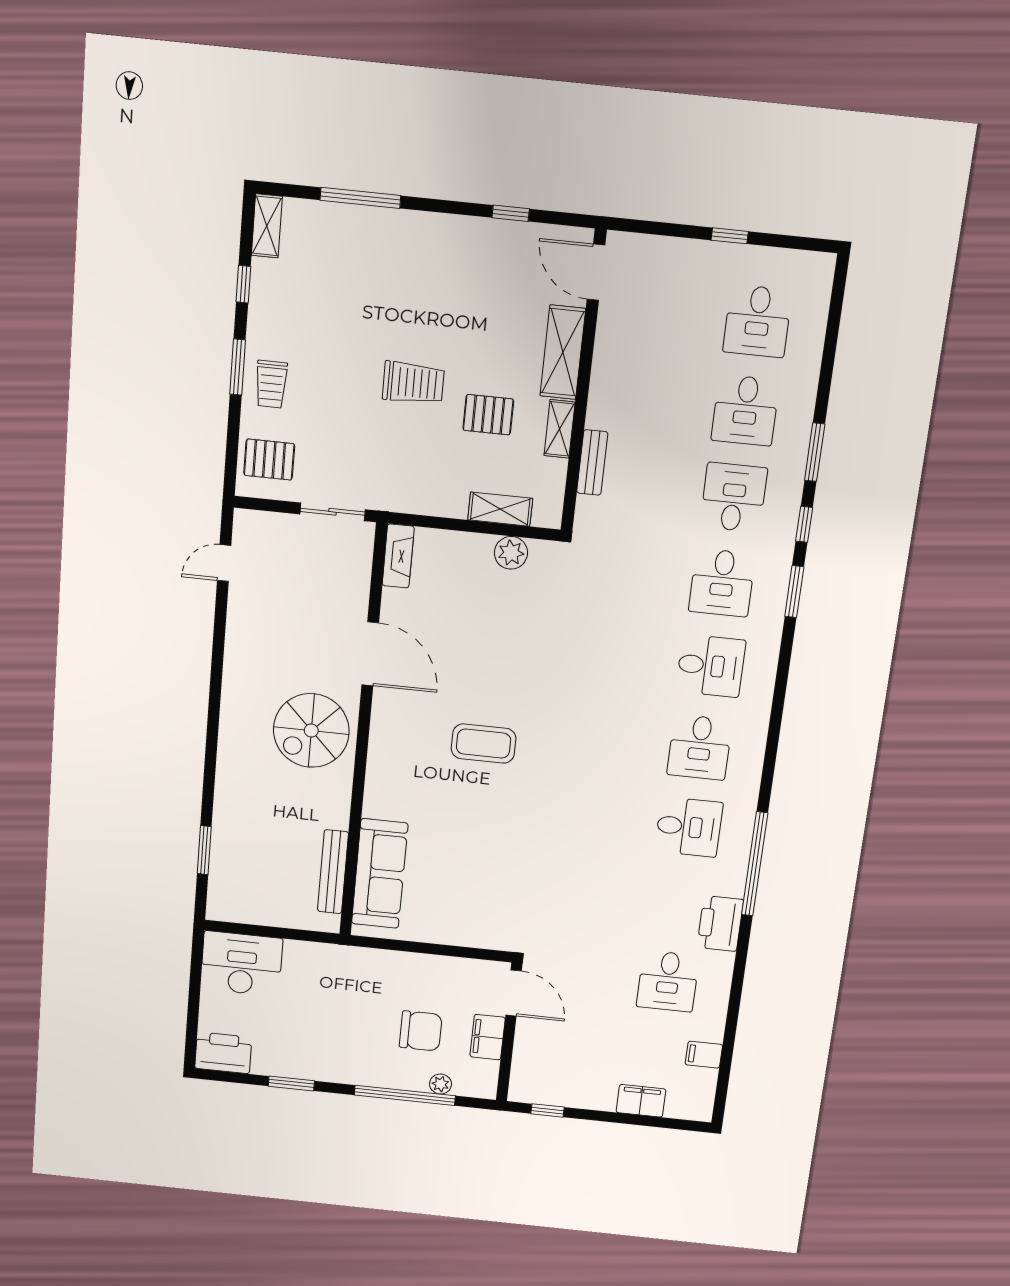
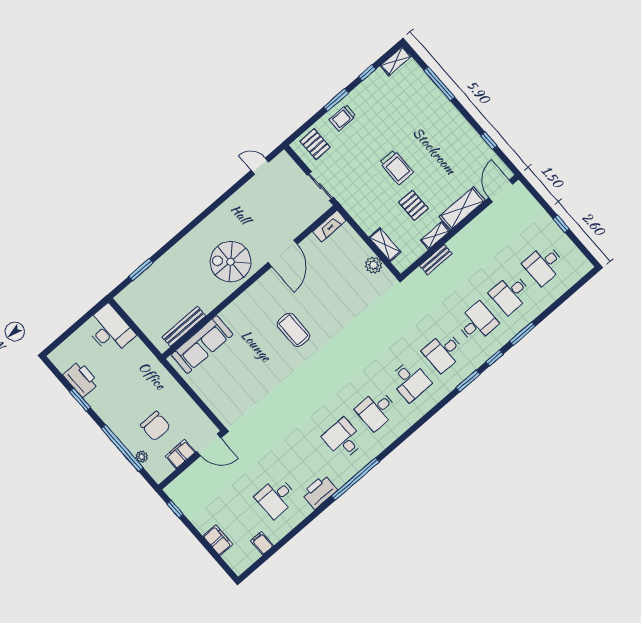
desk: (689, 827) -> (343, 439), turned 180
door: (514, 993) -> (209, 445), hinge flipped
printer: (223, 1053) -> (81, 379), moved

